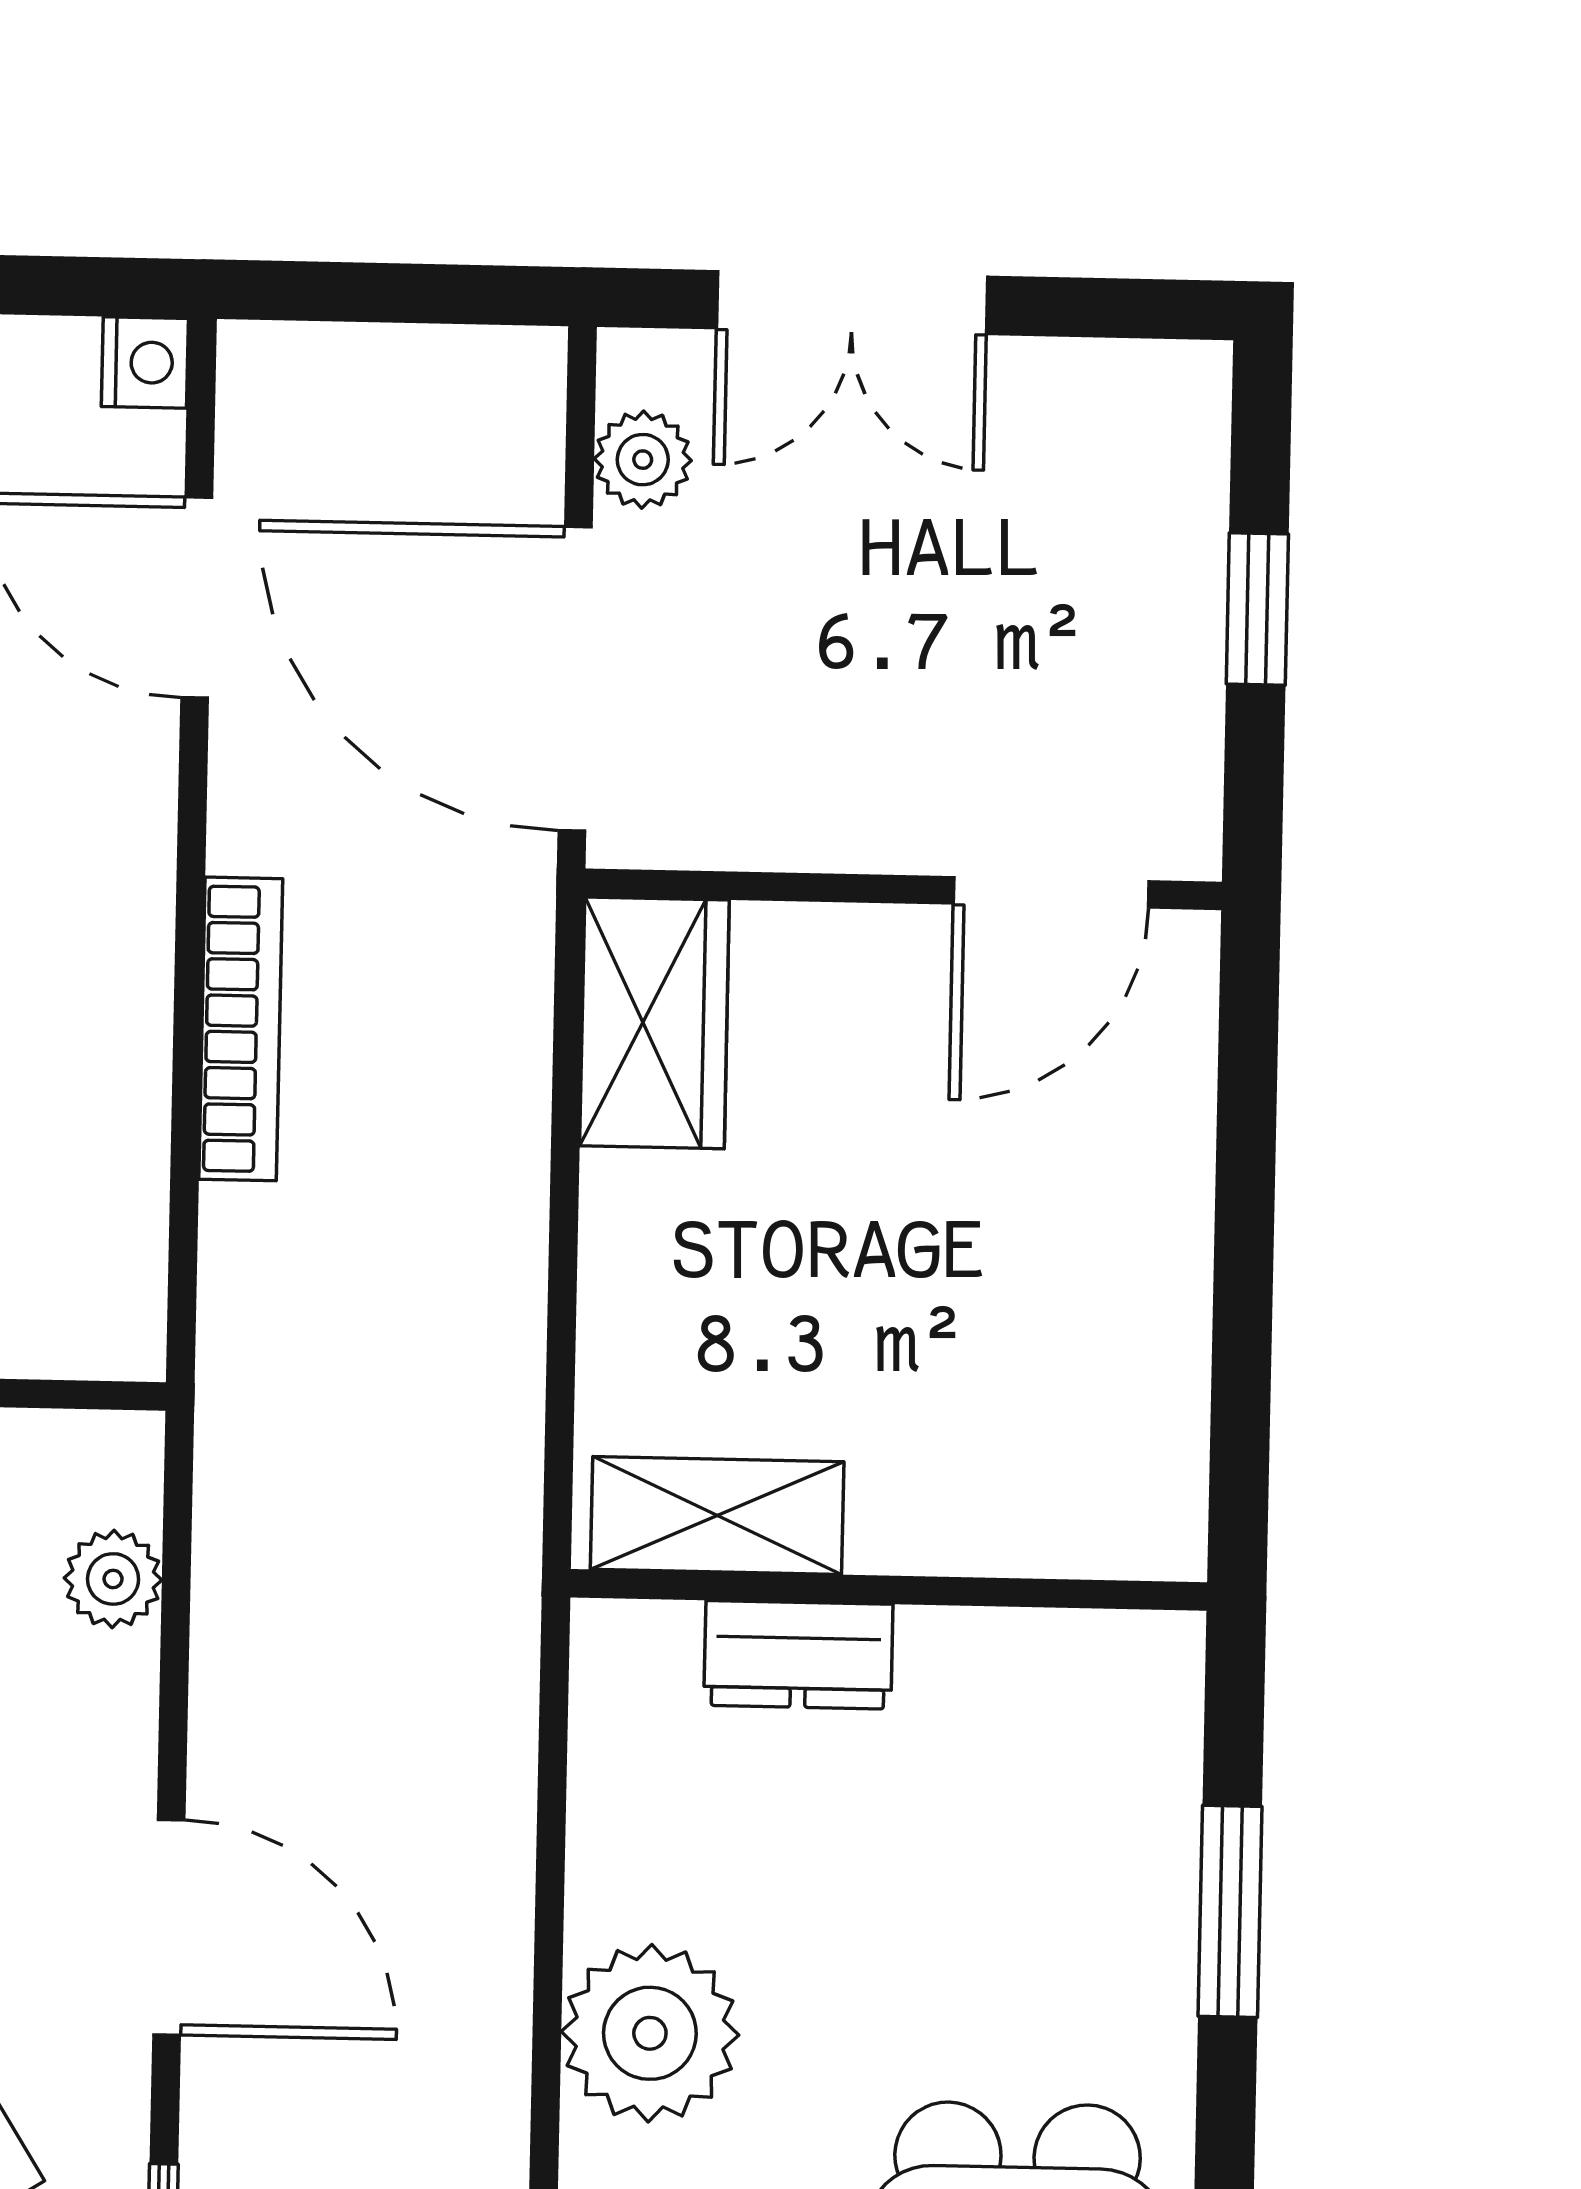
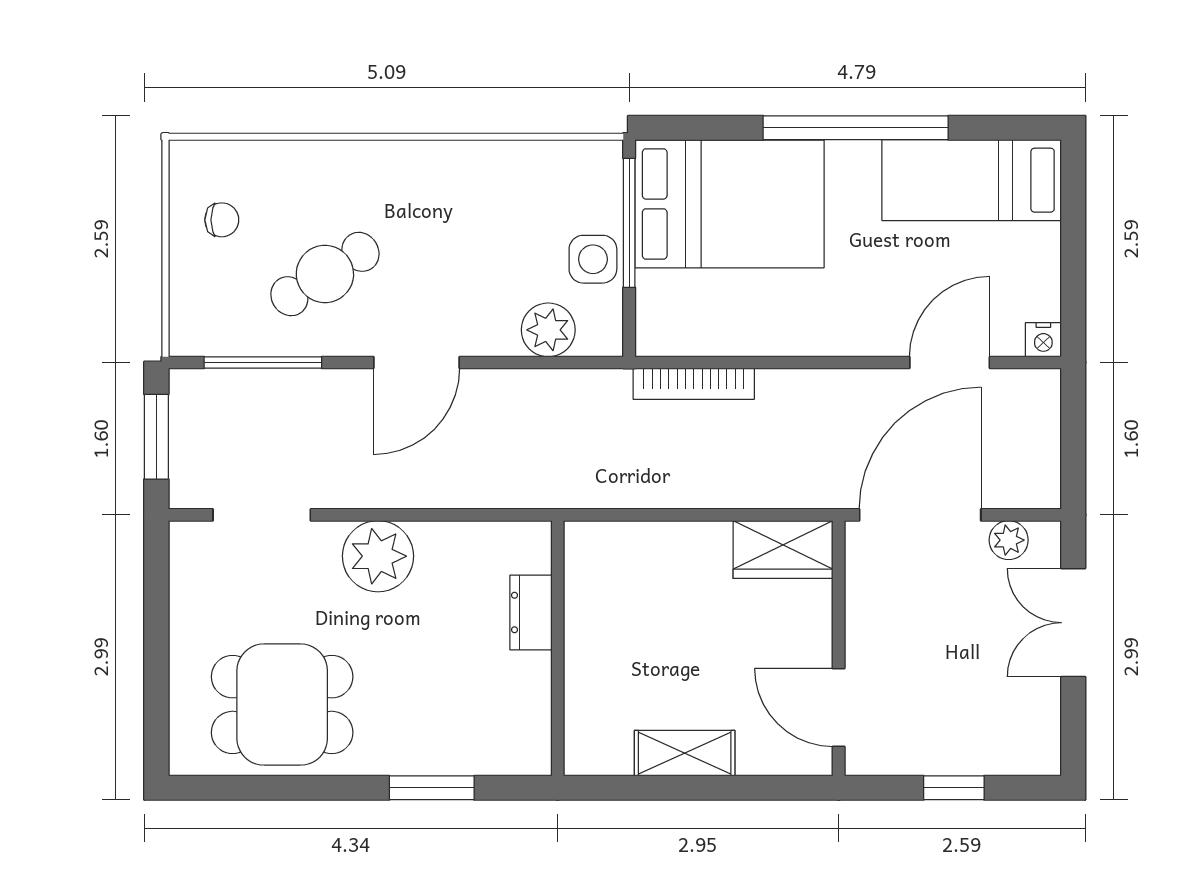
bookcase: (241, 1029) -> (694, 384), moved
shelving: (717, 1515) -> (685, 753), moved, turned 90
plant: (113, 1579) -> (548, 330), width x1.38, depth x1.38

